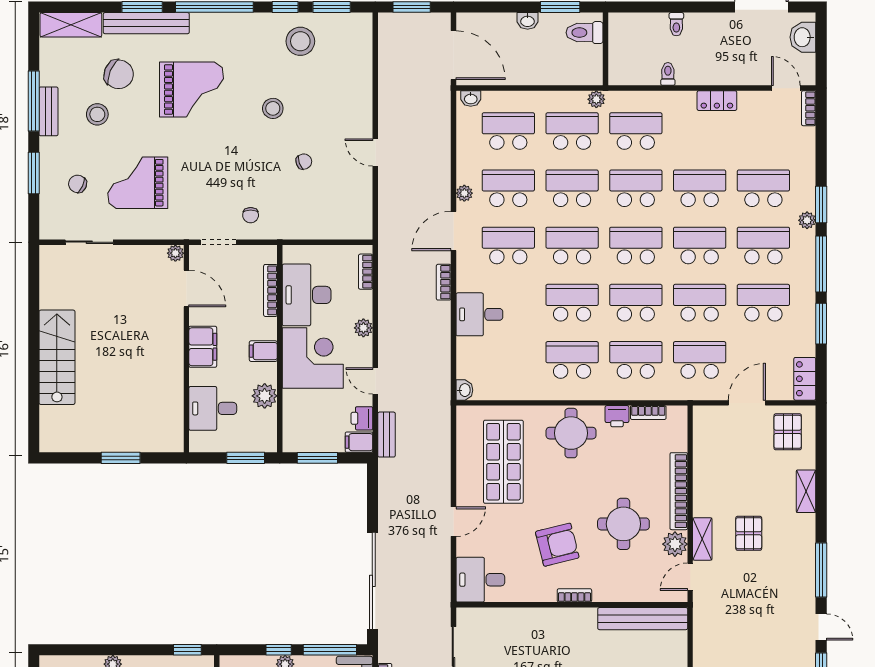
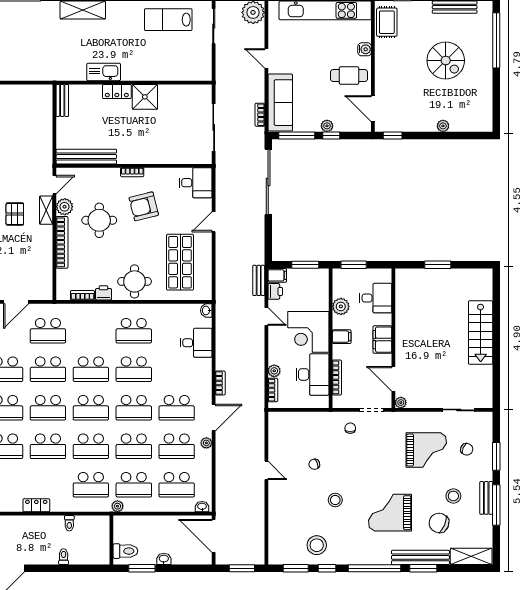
desk: (479, 314) -> (196, 343), moved
plant: (363, 328) -> (274, 371), moved
school desk: (636, 360) -> (91, 331), removed

